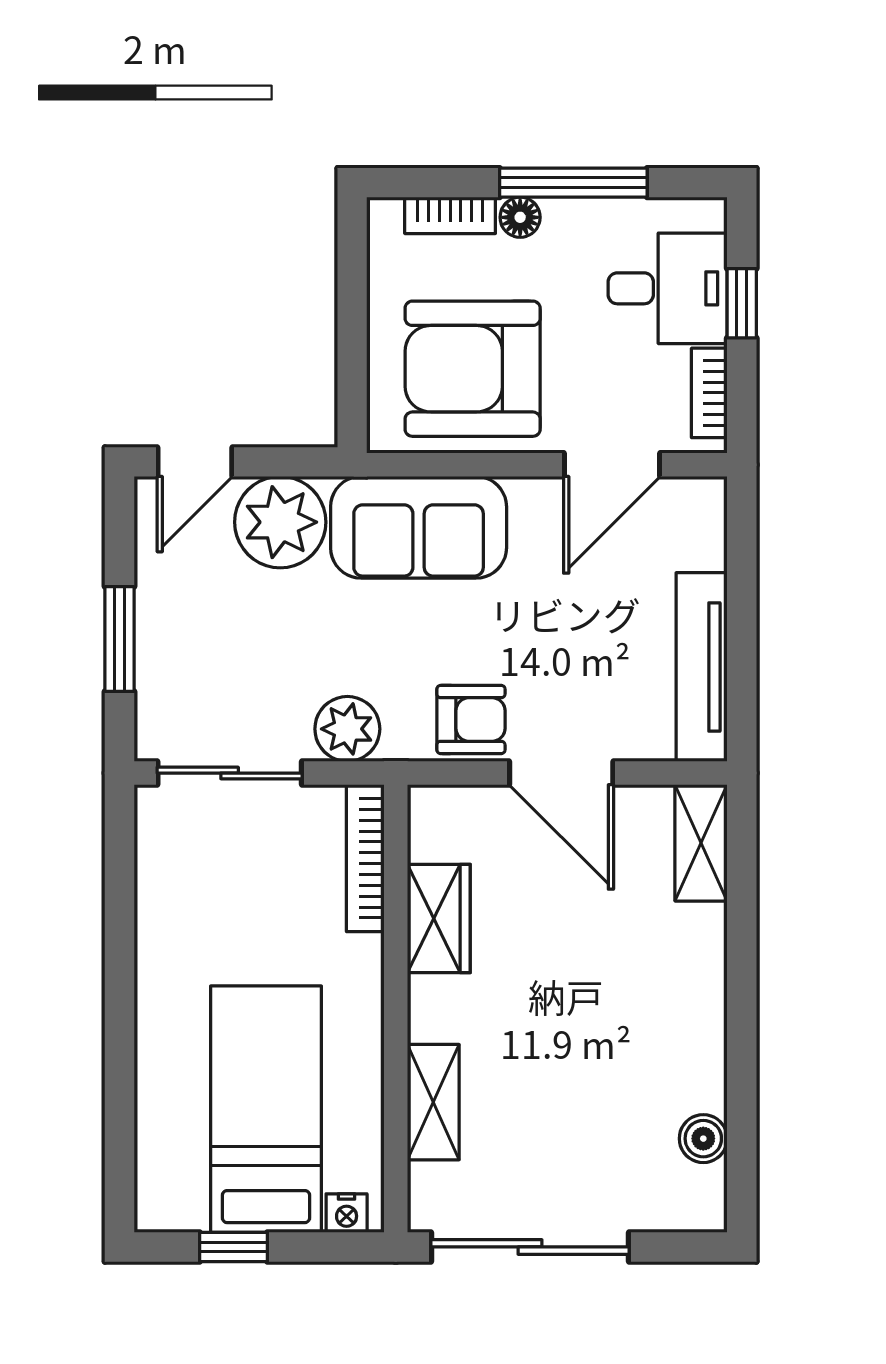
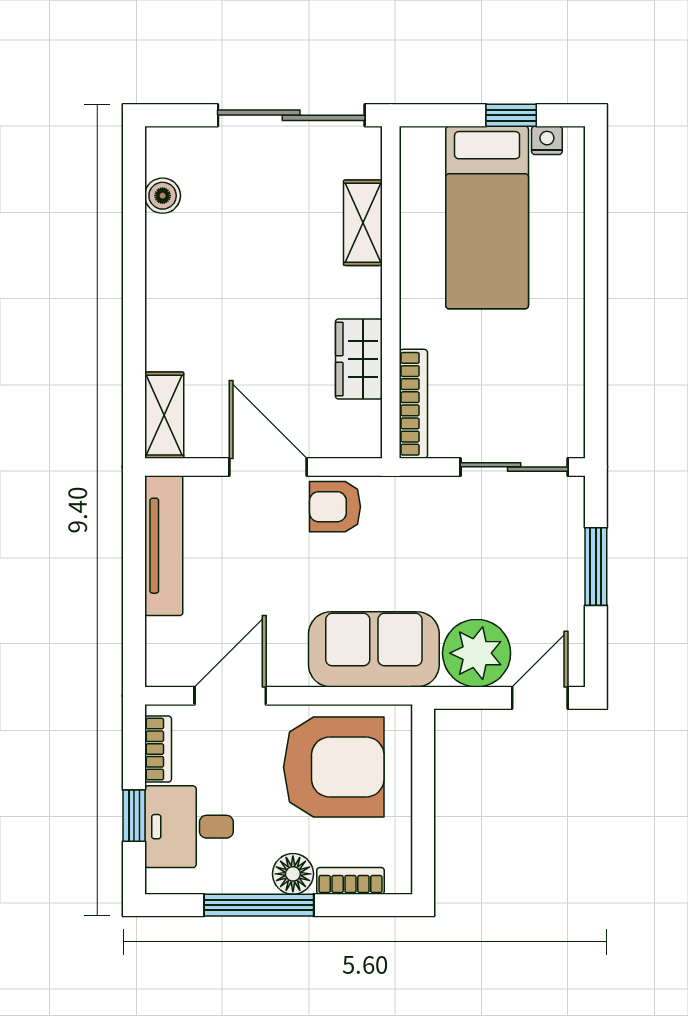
floor lamp: (520, 217) -> (293, 874), width x1.37, depth x1.37
plant: (347, 729) -> (427, 500), removed
nightstand: (347, 1213) -> (547, 140), moved

